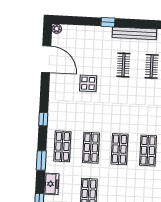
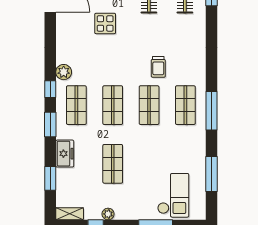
window: (43, 119) -> (50, 89), moved
trolley: (128, 119) -> (158, 67), added
plant: (54, 120) -> (64, 72), added

